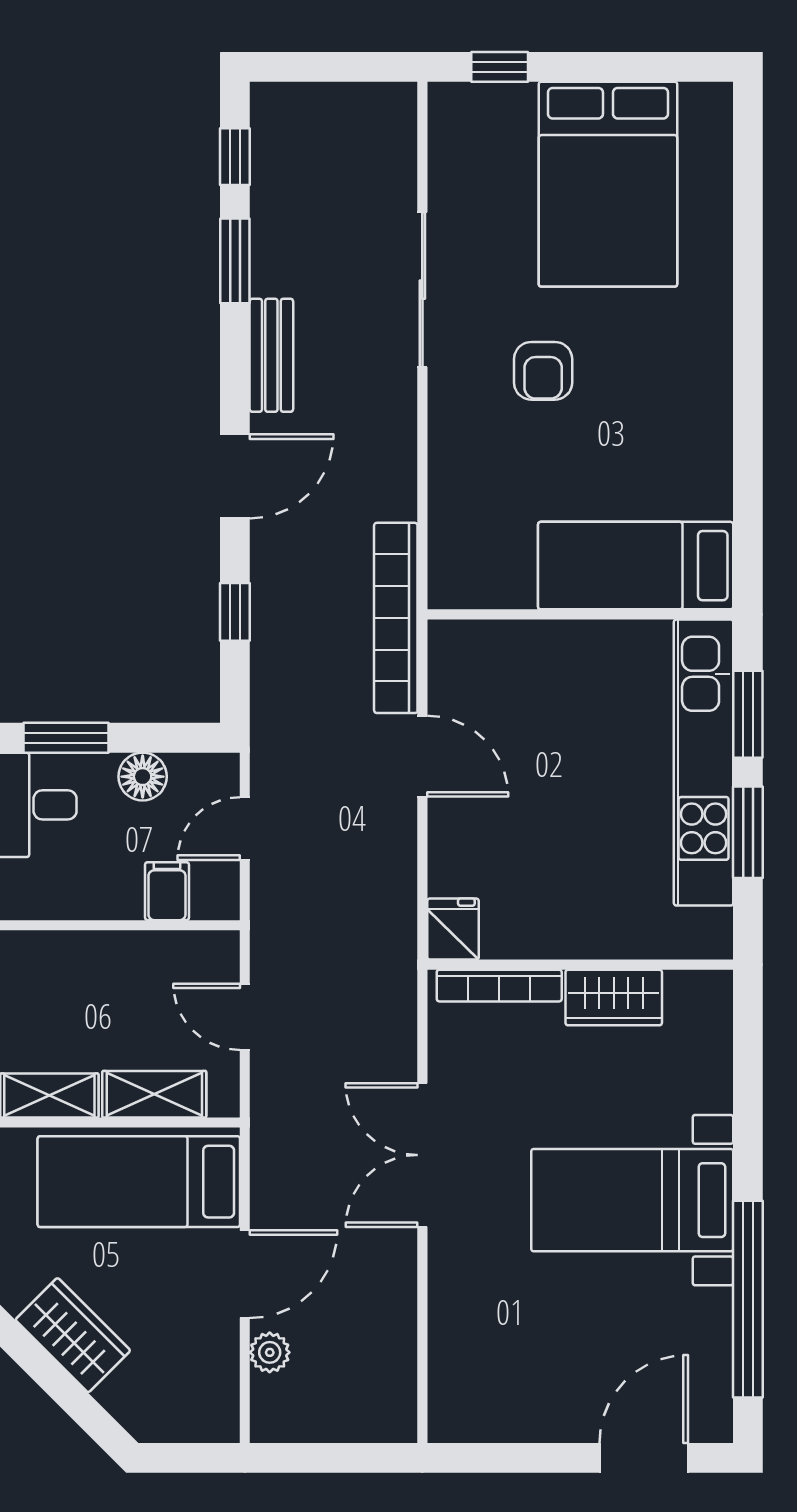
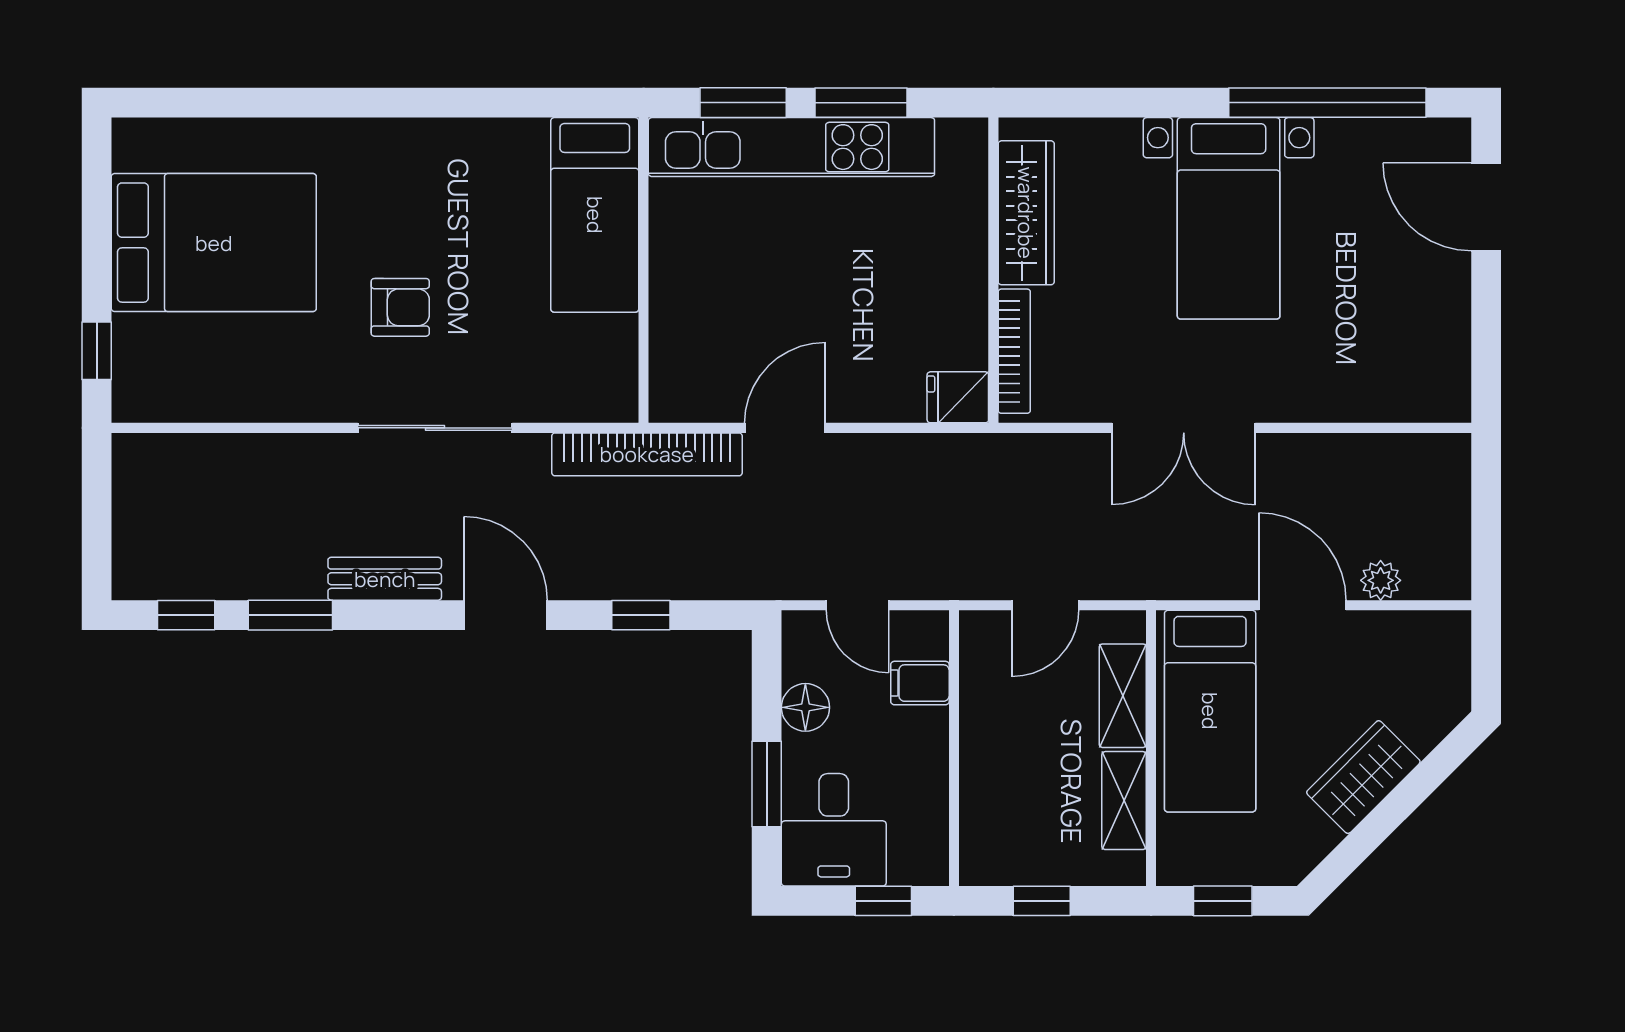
sliding door: (422, 290) -> (435, 428), moved
wardrobe: (614, 998) -> (1026, 213), width x1.50

